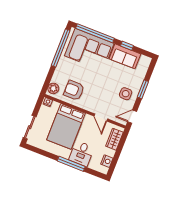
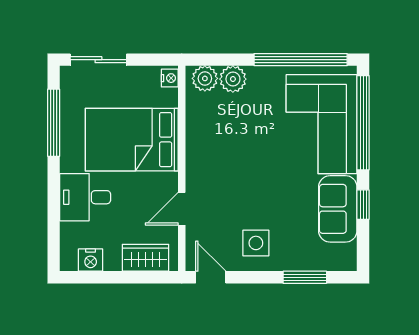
plant: (58, 78) -> (233, 79), added
window: (143, 89) -> (305, 277), moved
armchair: (74, 90) -> (219, 126), removed
window: (71, 164) -> (54, 123), moved

